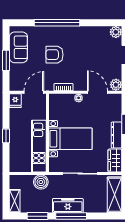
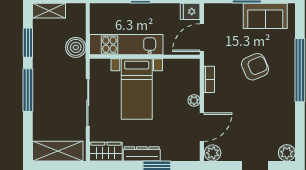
armchair: (55, 55) -> (255, 67), turned 67
door: (34, 92) -> (202, 38), swing flipped
freezer: (68, 206) -> (43, 85), removed

